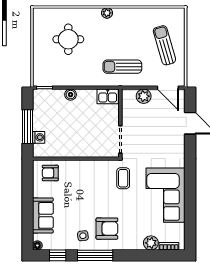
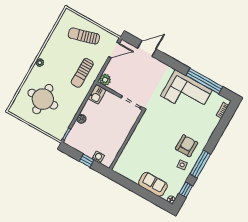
round table: (68, 39) -> (43, 99), width x1.36, depth x1.36
plant: (144, 96) -> (105, 80), moved
window: (28, 127) -> (87, 161), width x0.46
armchair: (50, 173) -> (127, 163), removed
coffee table: (123, 178) -> (159, 115), removed
window: (190, 208) -> (204, 81), added
plant: (151, 243) -> (213, 121), removed

